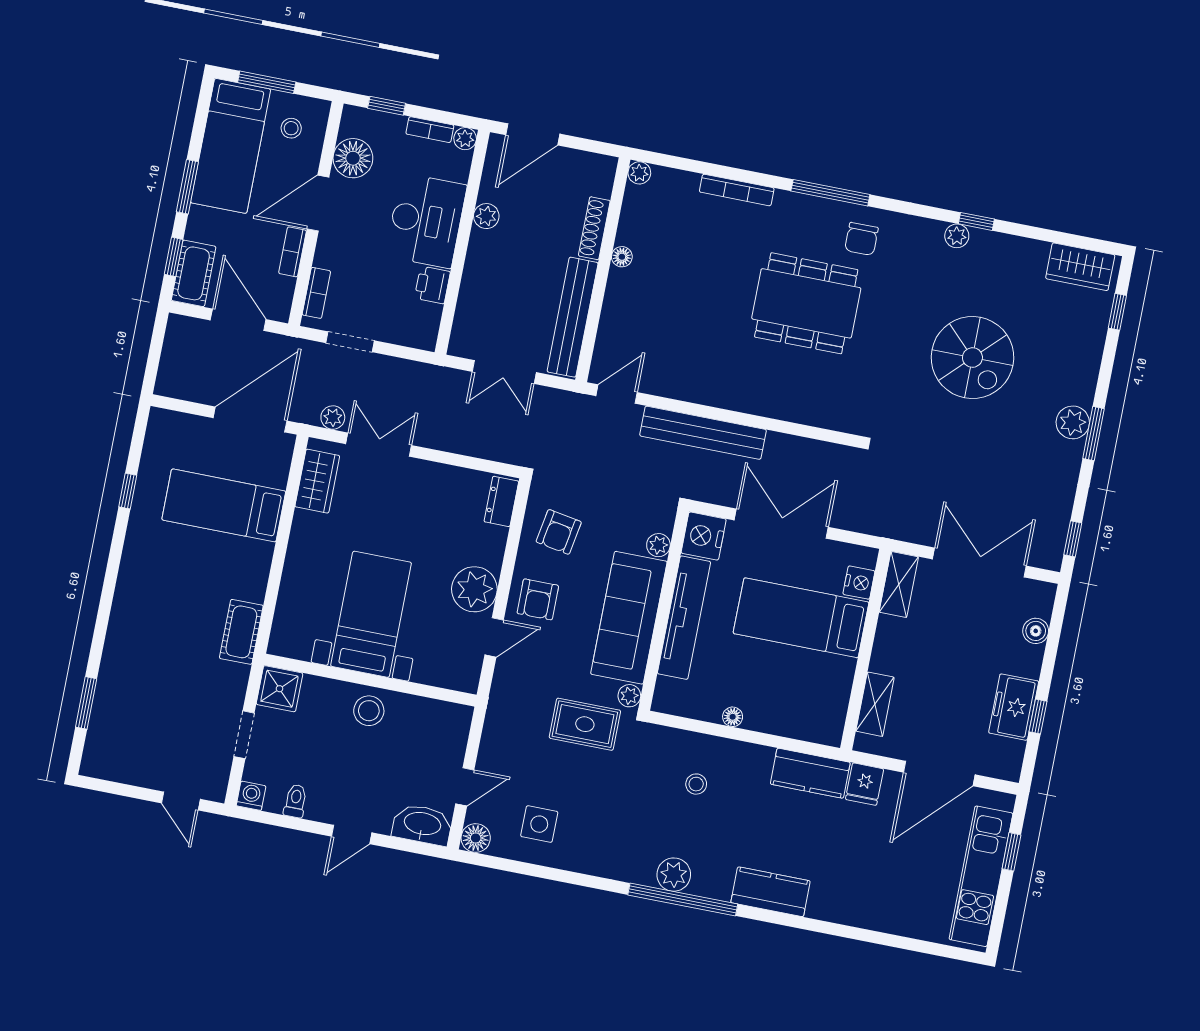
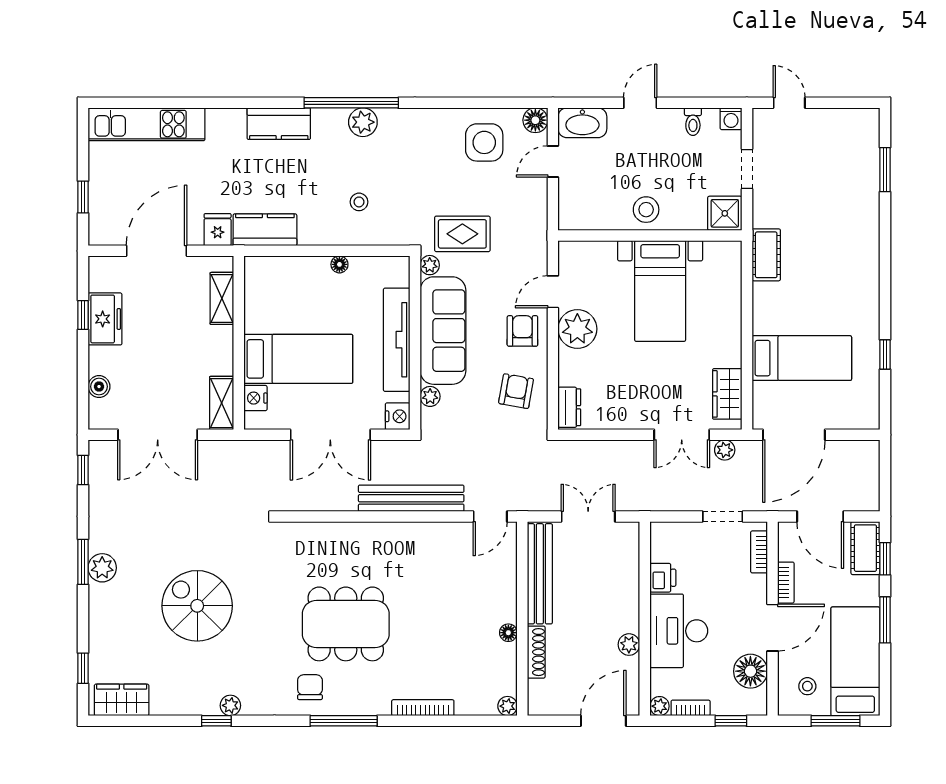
nightstand: (704, 536) -> (398, 416), width x0.74, depth x0.75
side table: (539, 824) -> (484, 142), width x1.37, depth x1.37
kitchen unit: (981, 876) -> (146, 124), moved, turned 90

